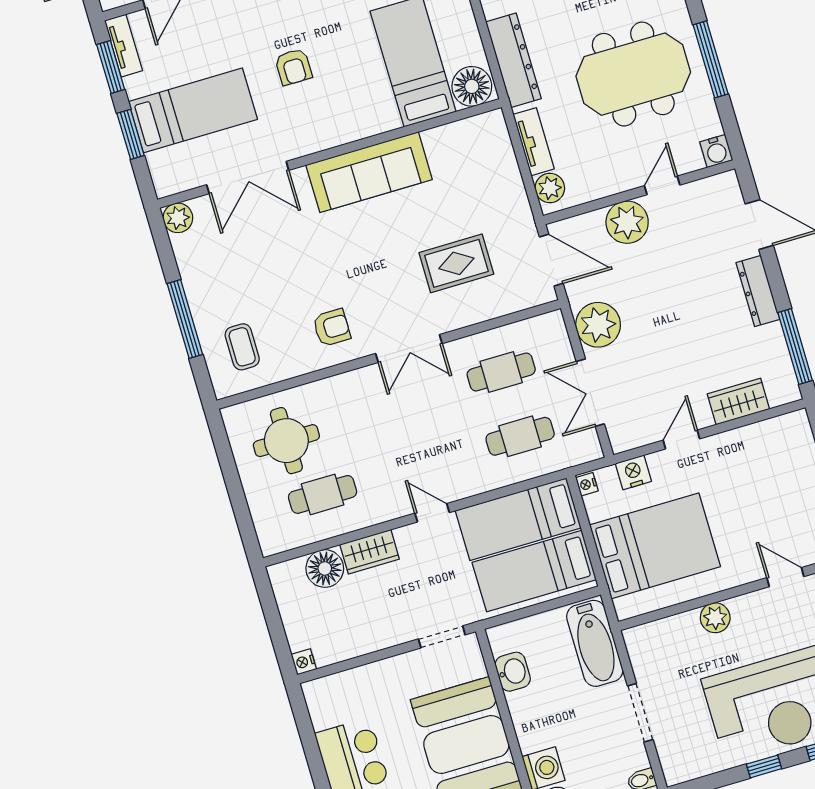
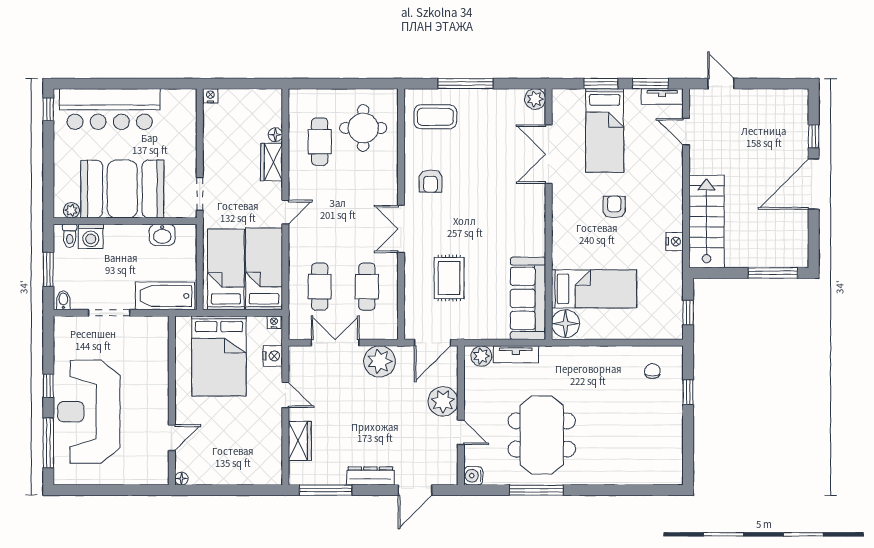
dresser: (514, 60) -> (575, 357), removed
armchair: (294, 67) -> (614, 207), turned 90
sofa: (369, 172) -> (528, 298), moved
coffee table: (242, 347) -> (435, 117), width x1.36, depth x1.30
floor lamp: (325, 568) -> (275, 135), width x0.53, depth x0.53
plant: (715, 618) -> (158, 382), removed

